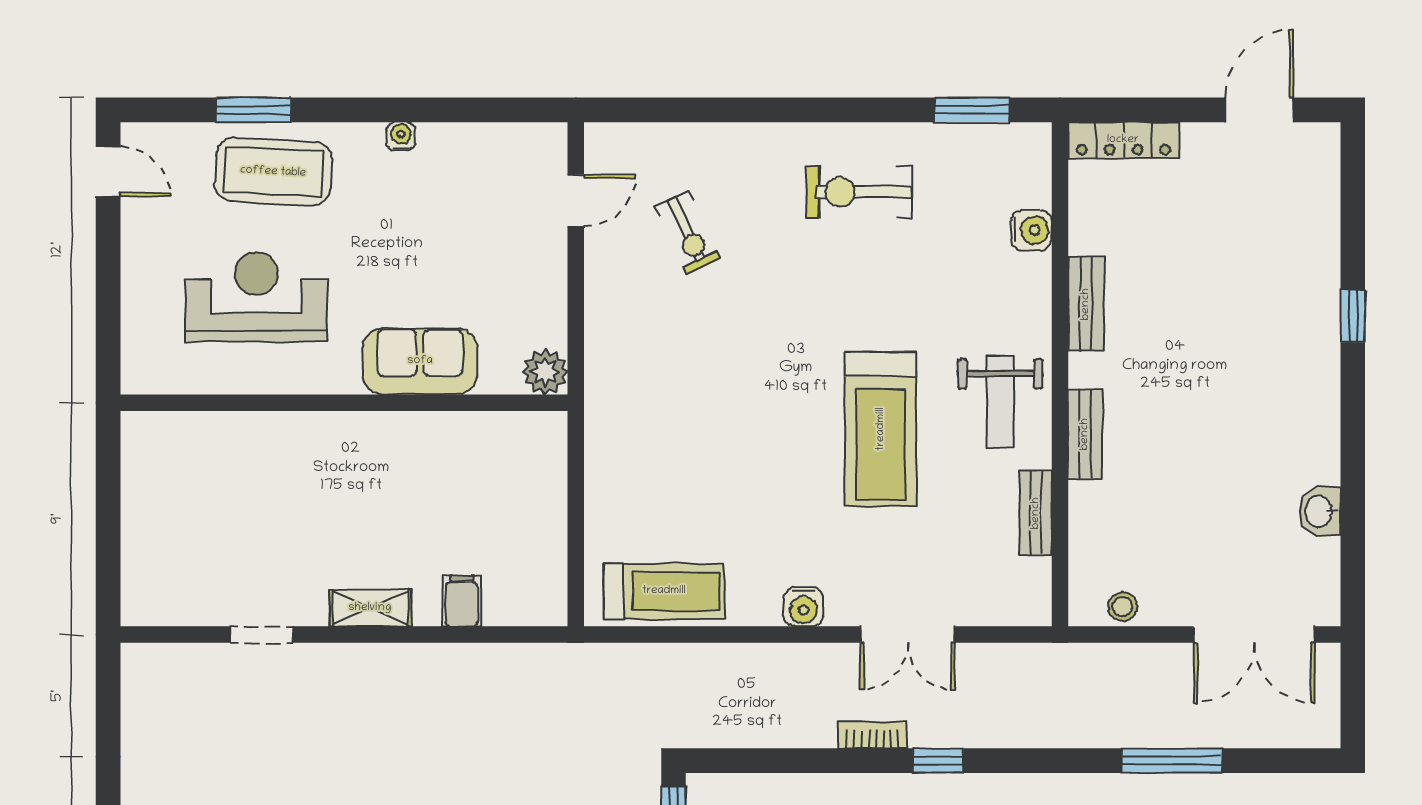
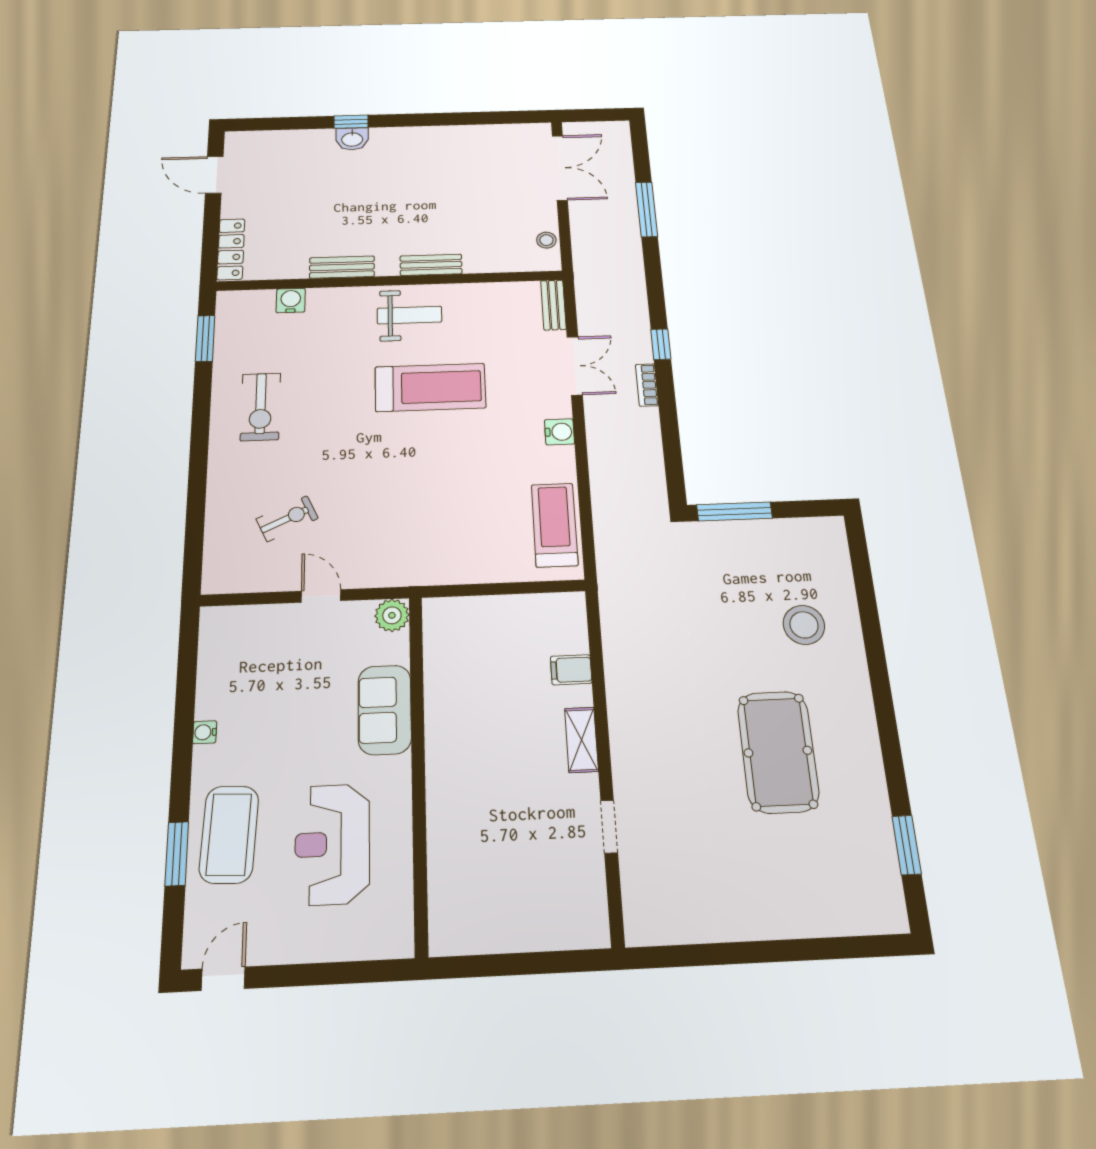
door: (576, 201) -> (321, 596), moved
washbasin: (1320, 511) -> (352, 139), moved
bench: (1036, 513) -> (553, 305), moved, turned 90

